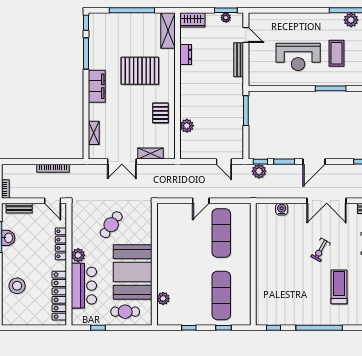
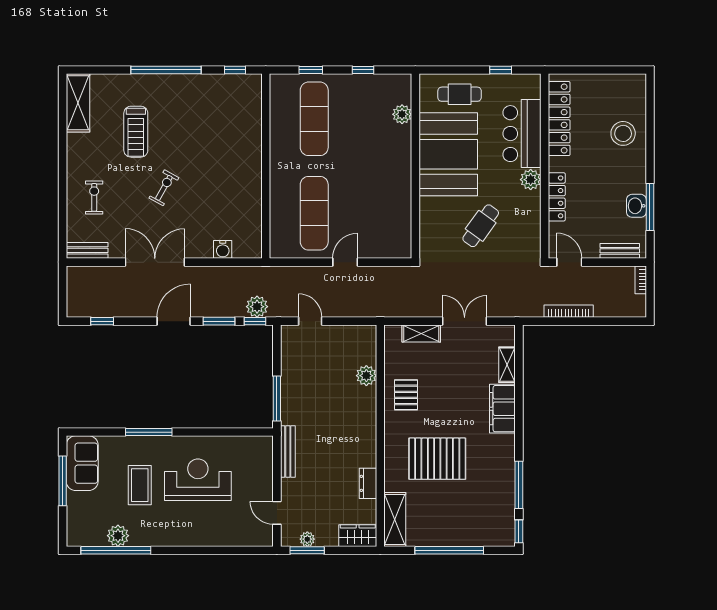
bench: (239, 60) -> (288, 451), moved
filing cabinet: (97, 86) -> (502, 409), moved

